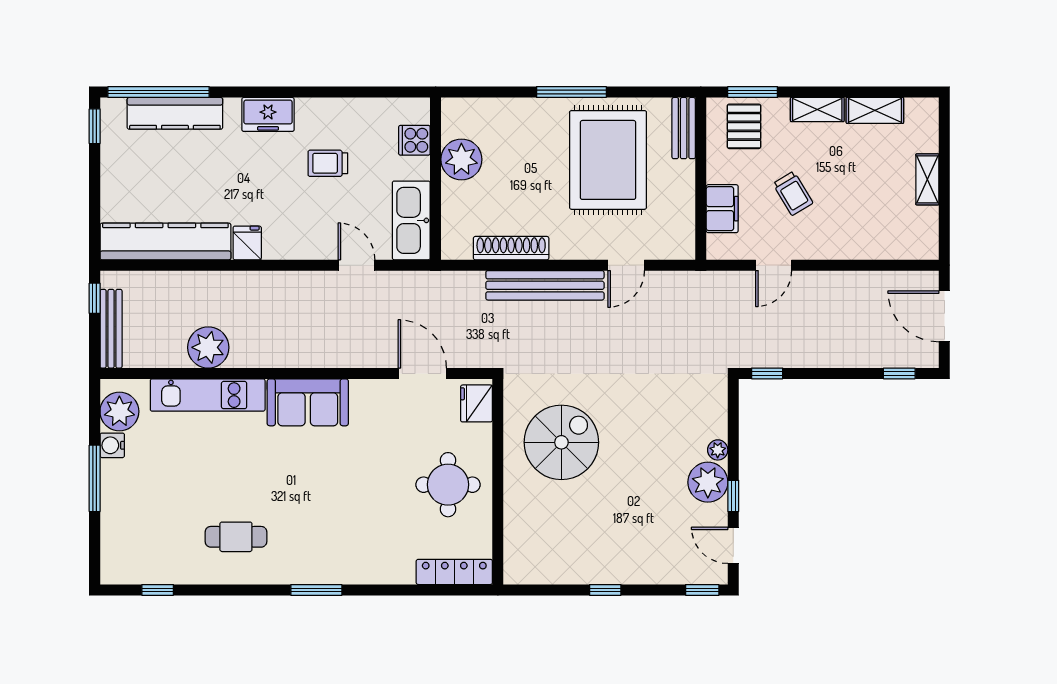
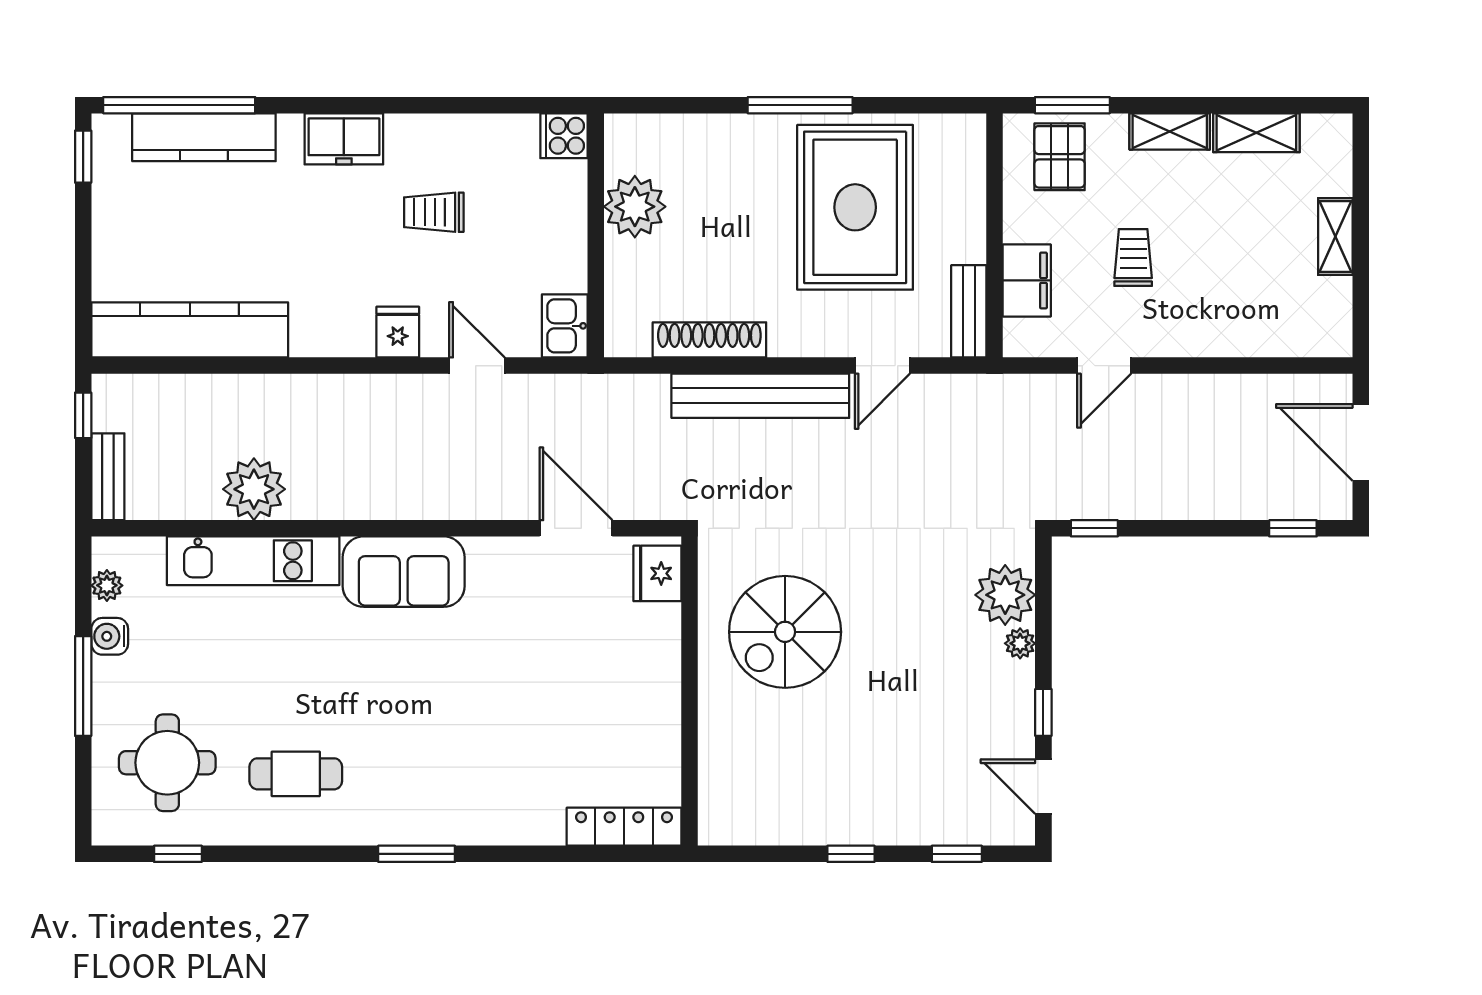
bench: (684, 128) -> (969, 311), moved
cooker: (414, 140) -> (564, 136), moved
trolley: (793, 193) -> (1133, 258), turned -149
kitchen sink: (411, 220) -> (565, 326), width x0.53, depth x0.81
fridge: (247, 243) -> (398, 332), moved
bench: (111, 329) -> (108, 477), width x0.73
plant: (119, 411) -> (107, 585), width x0.53, depth x0.53
spiral stairs: (561, 442) -> (785, 632), turned 180
plant: (708, 482) -> (1005, 595), moved
round table: (448, 485) -> (167, 763), moved
window: (702, 590) -> (957, 854), moved

